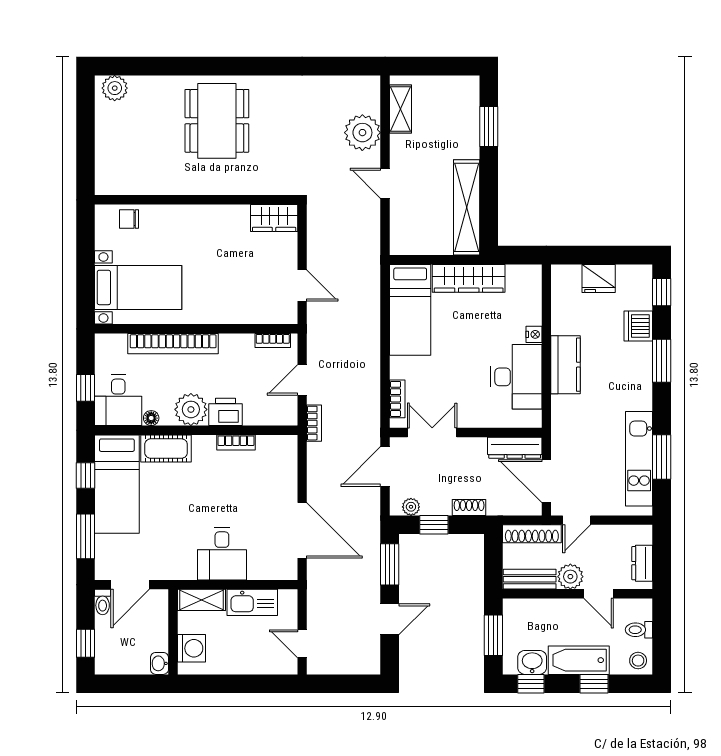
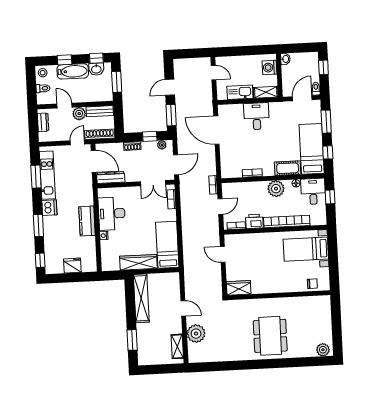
dishwasher: (638, 326) -> (49, 208), moved
printer: (226, 412) -> (254, 221), moved, turned 180

